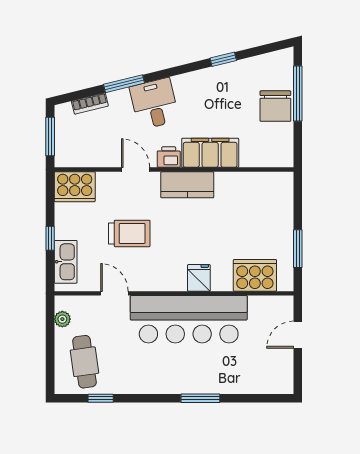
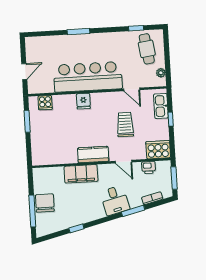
printer: (169, 157) -> (149, 167), moved
trolley: (129, 233) -> (125, 124), turned 90
cooker: (255, 275) -> (45, 103), width x0.53, depth x0.76

